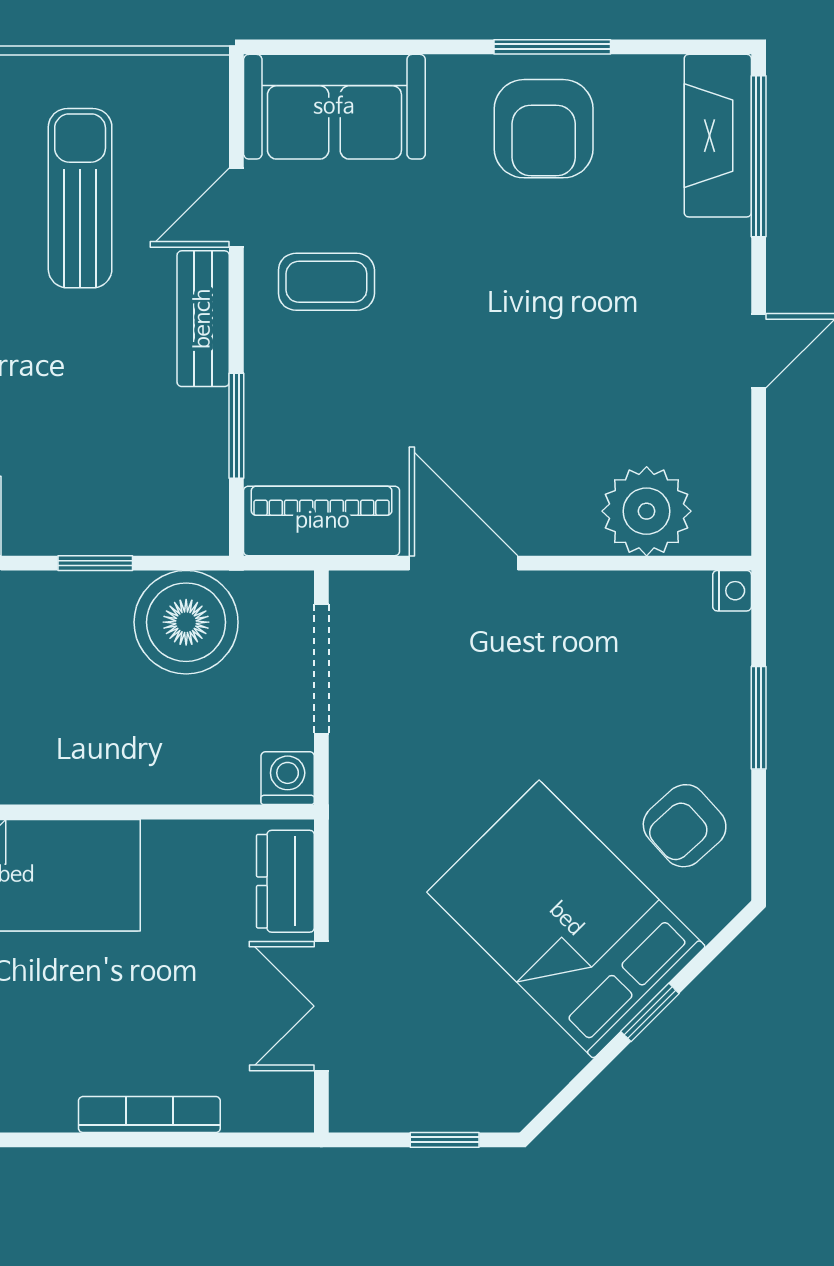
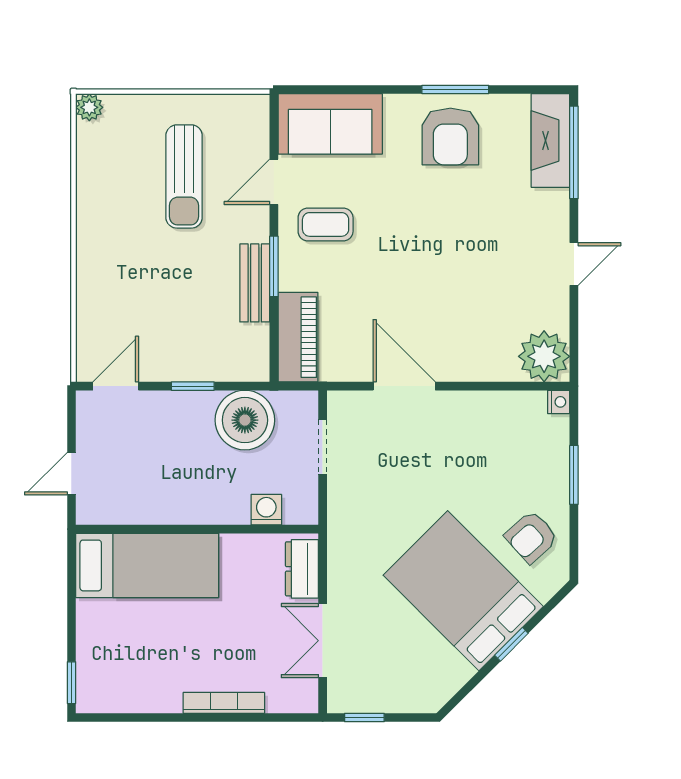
sun lounger: (80, 198) -> (184, 176), turned 180
bench: (203, 319) -> (255, 283), moved
window: (236, 426) -> (274, 266), moved
plant: (647, 511) -> (544, 356), moved
piano: (322, 521) -> (298, 337), moved, turned 90
doorway: (321, 669) -> (323, 447), width x0.73
washing machine: (288, 778) -> (266, 510), moved
window: (445, 1140) -> (364, 717), moved

